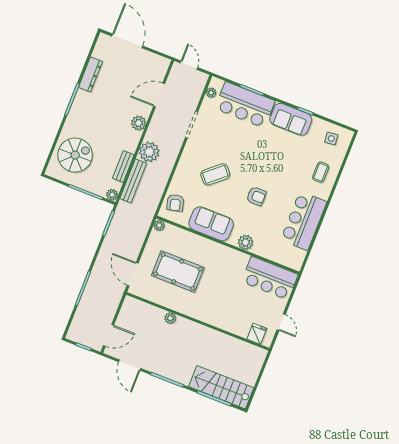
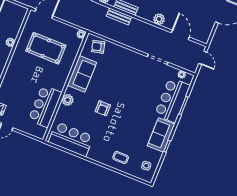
door: (189, 65) -> (203, 58), hinge flipped
plant: (149, 152) -> (137, 27), removed
coffee table: (215, 174) -> (120, 77), removed
bench: (133, 181) -> (119, 16), width x0.73
bar counter: (304, 221) -> (71, 139), moved
pool table: (178, 271) -> (46, 48), turned 90
bar counter: (270, 278) -> (45, 106), moved

